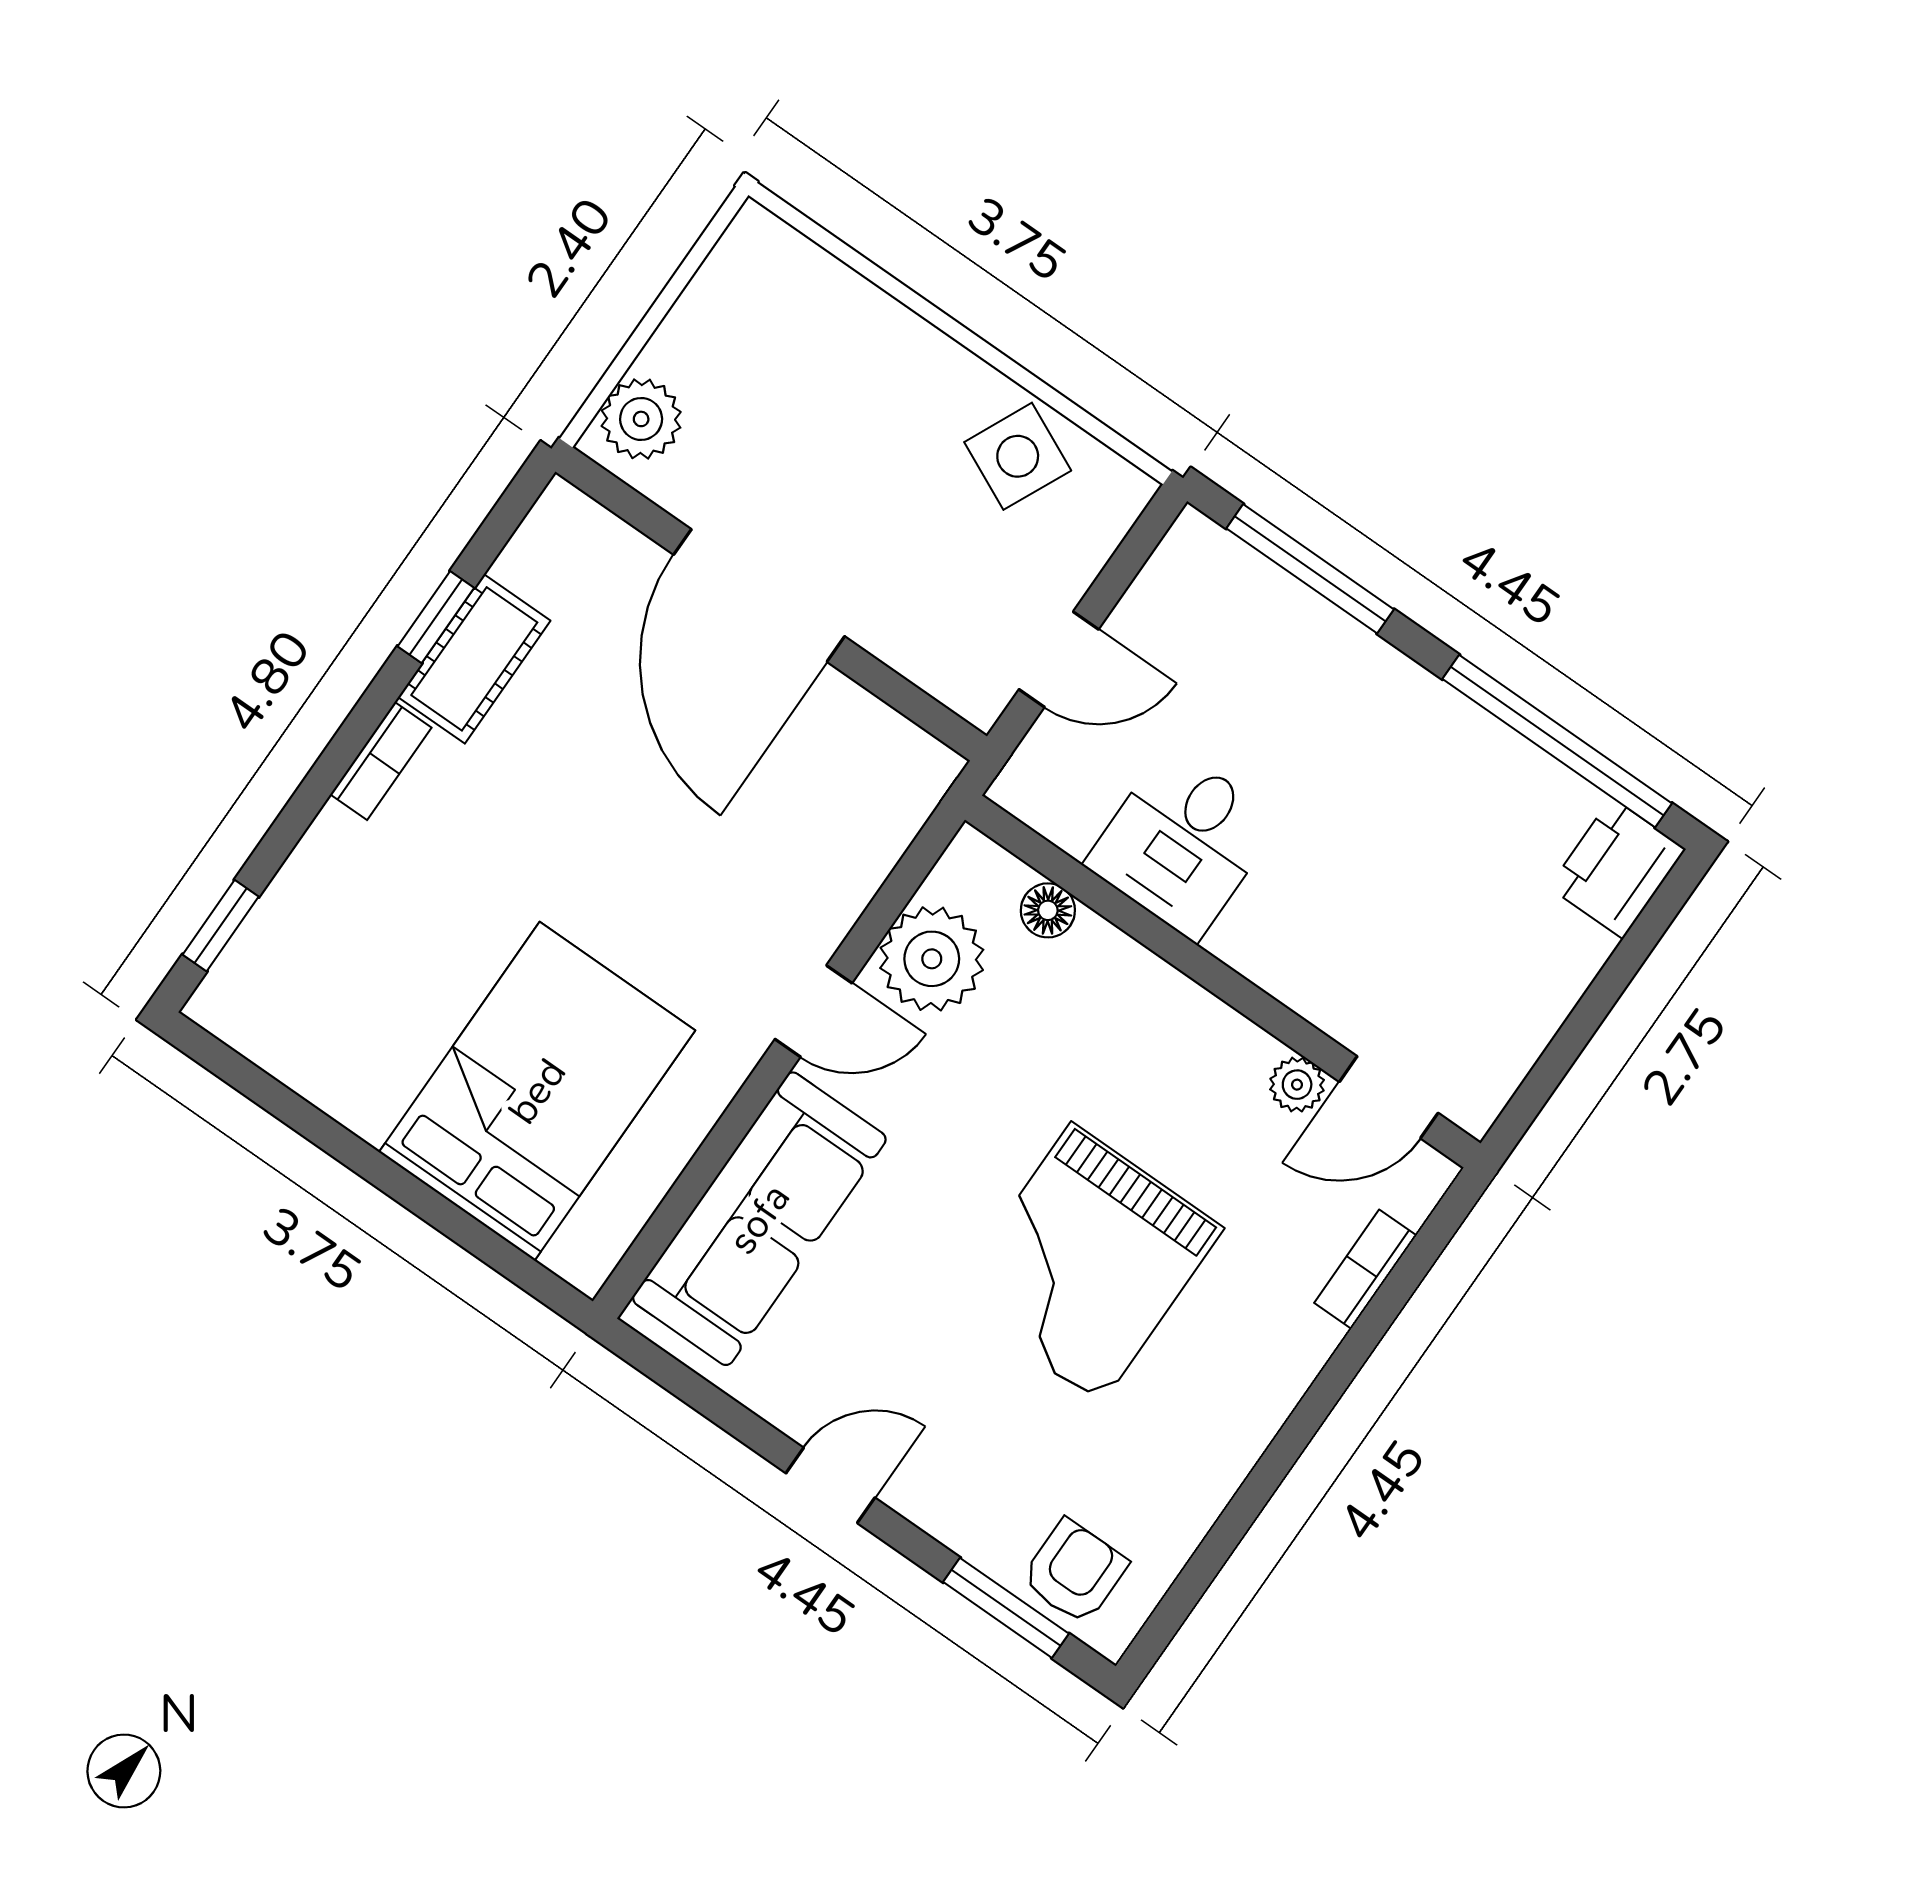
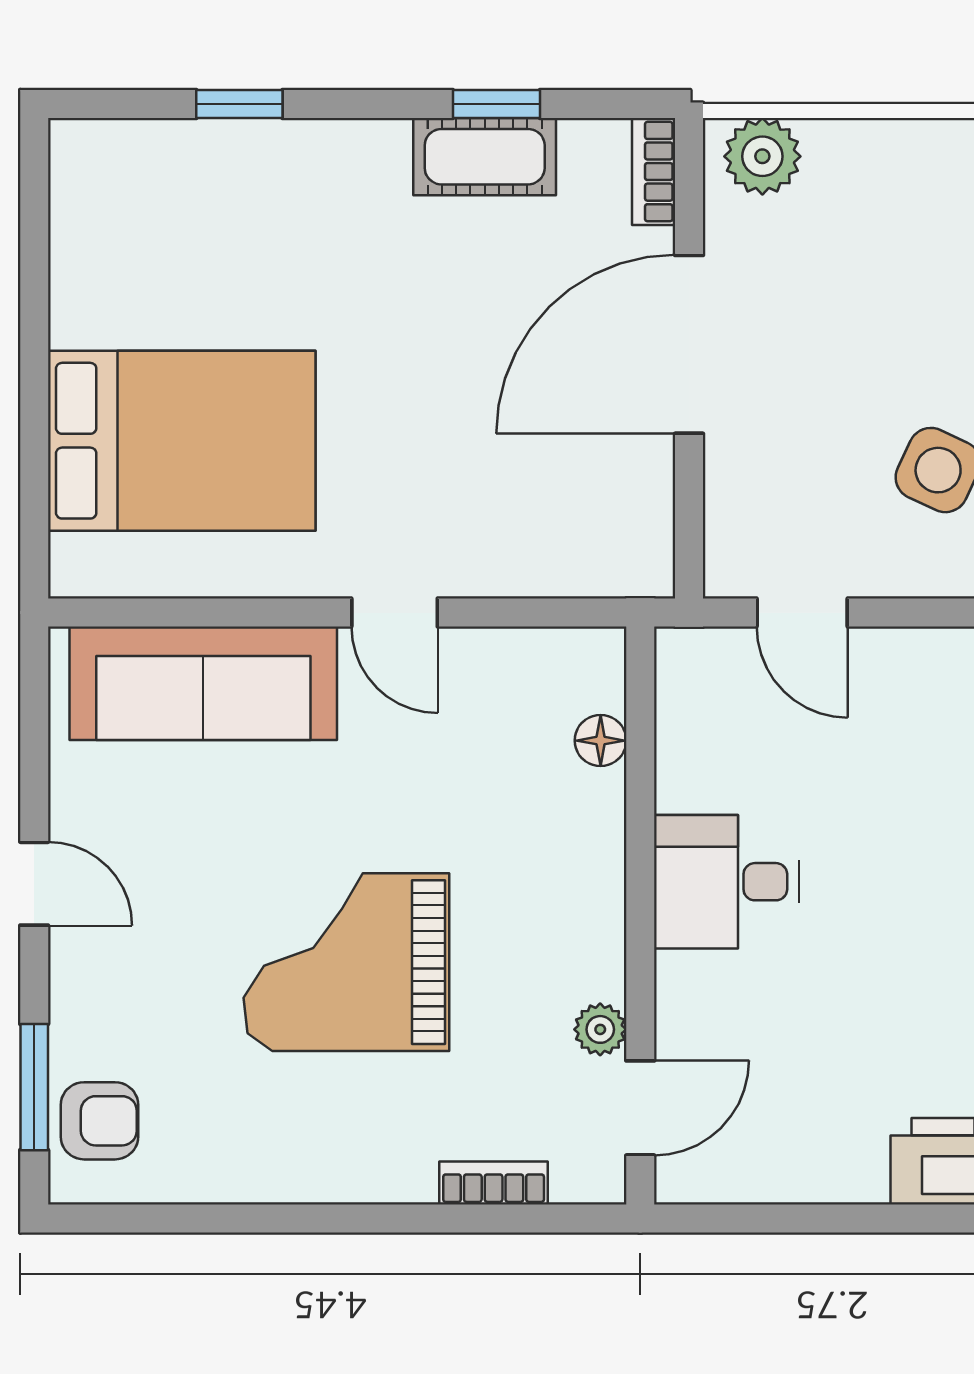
bookcase: (381, 761) -> (654, 172), moved, turned 90
desk: (1182, 843) -> (726, 882), moved
window: (221, 926) -> (239, 104), moved
plant: (932, 959) -> (500, 676), removed
door: (1389, 1097) -> (640, 1108), swing flipped

